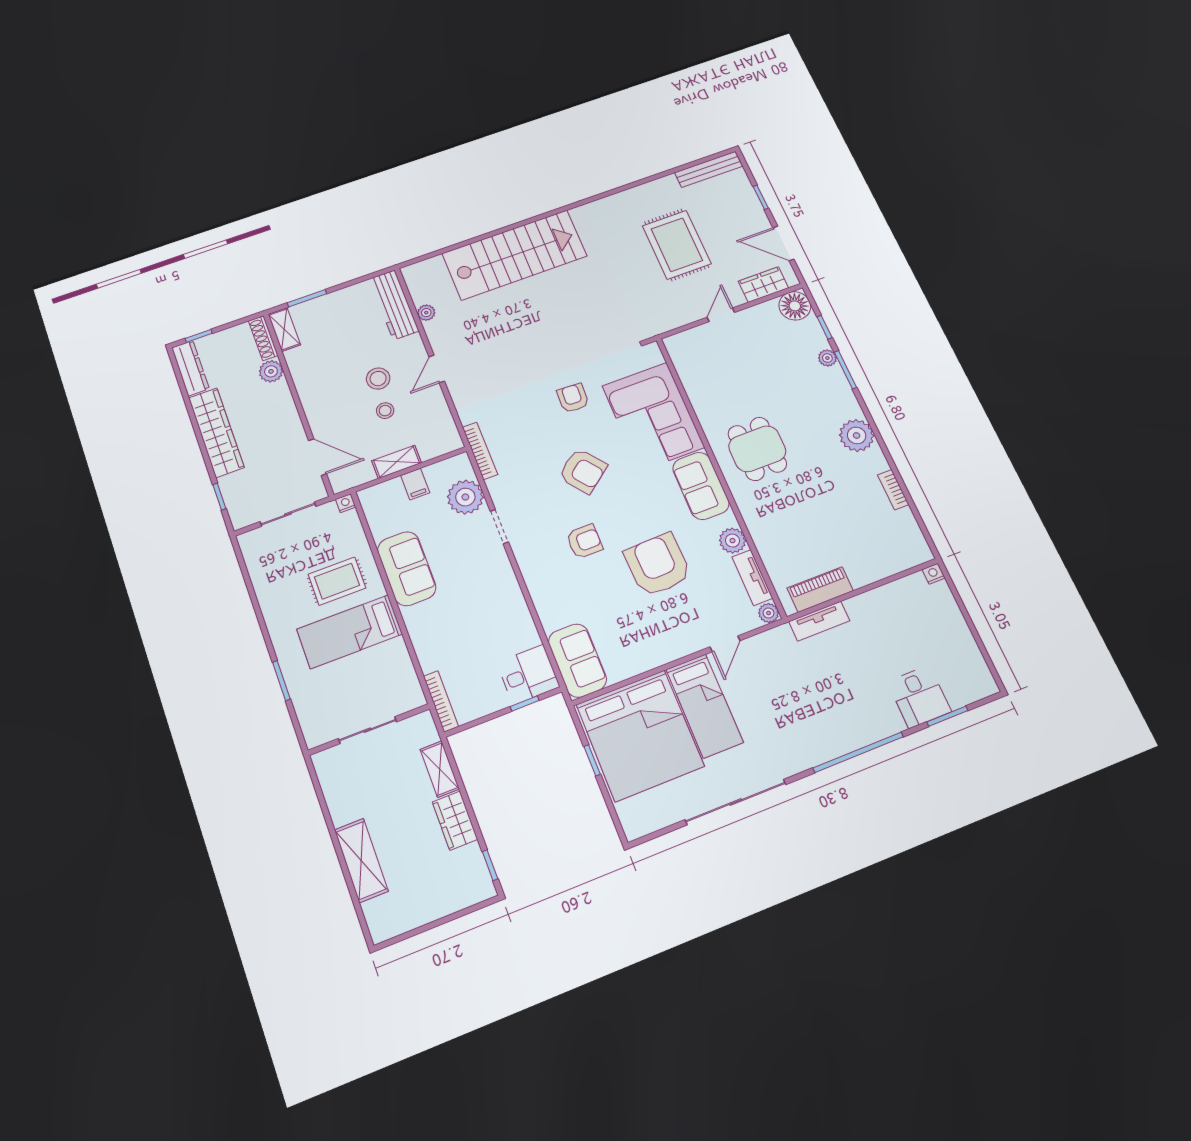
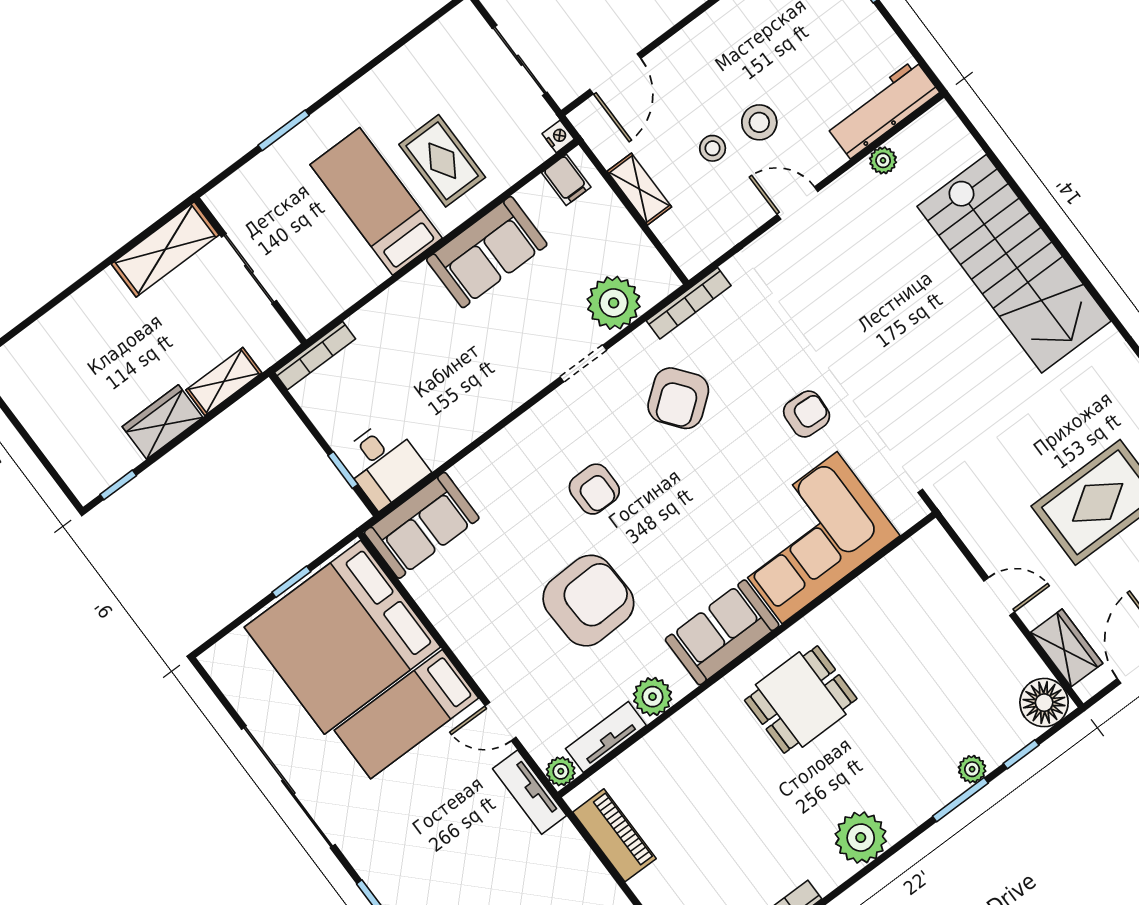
armchair: (583, 471) -> (678, 398), moved
filing cabinet: (415, 484) -> (566, 180), moved, turned -90
tv unit: (819, 621) -> (530, 792), moved
shelving: (361, 860) -> (165, 249), moved

